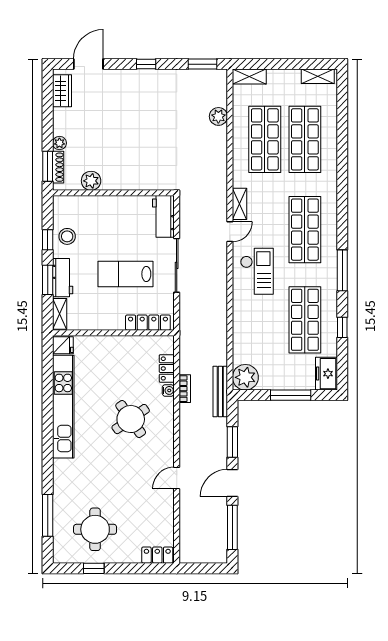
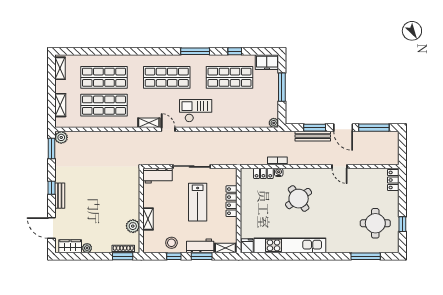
bench: (135, 76) -> (60, 196), added
shelving: (249, 77) -> (60, 105), moved
plant: (218, 116) -> (61, 137), moved
plant: (59, 143) -> (87, 248), moved
shelving: (101, 203) -> (148, 219), added
locker: (148, 323) -> (231, 201), moved
plant: (245, 377) -> (274, 123), width x0.53, depth x0.53
bench: (220, 392) -> (313, 136), moved

